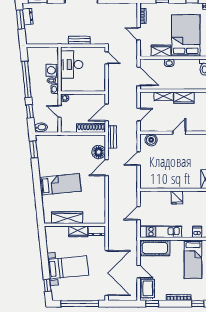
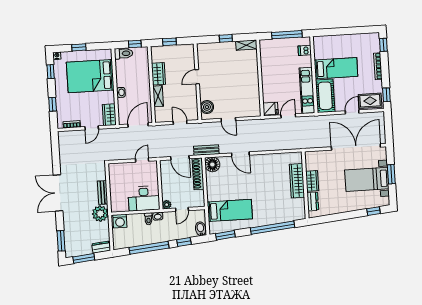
dresser: (28, 16) -> (101, 247), moved
plant: (60, 37) -> (100, 214), added
wardrobe: (161, 51) -> (109, 115), moved
door: (107, 58) -> (142, 160), moved
desk: (72, 65) -> (144, 198), moved
washing machine: (52, 70) -> (120, 221), moved
door: (179, 133) -> (197, 77), hinge flipped
floor lamp: (99, 152) -> (212, 164), moved
bed: (60, 184) -> (230, 210), moved, turned 96
window: (38, 193) -> (272, 228), added
fridge: (177, 198) -> (271, 109), moved
door: (139, 213) -> (288, 116), swing flipped
wardrobe: (67, 218) -> (297, 181), moved
dresser: (97, 231) -> (313, 201), moved
bed: (193, 259) -> (336, 68), moved
bed with nightstands: (68, 267) -> (367, 179), moved, turned -84
window: (80, 304) -> (391, 174), width x0.47

